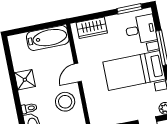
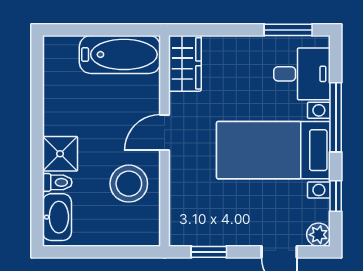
wardrobe: (92, 28) -> (185, 63), moved, turned -90
shower: (25, 80) -> (60, 154), moved

